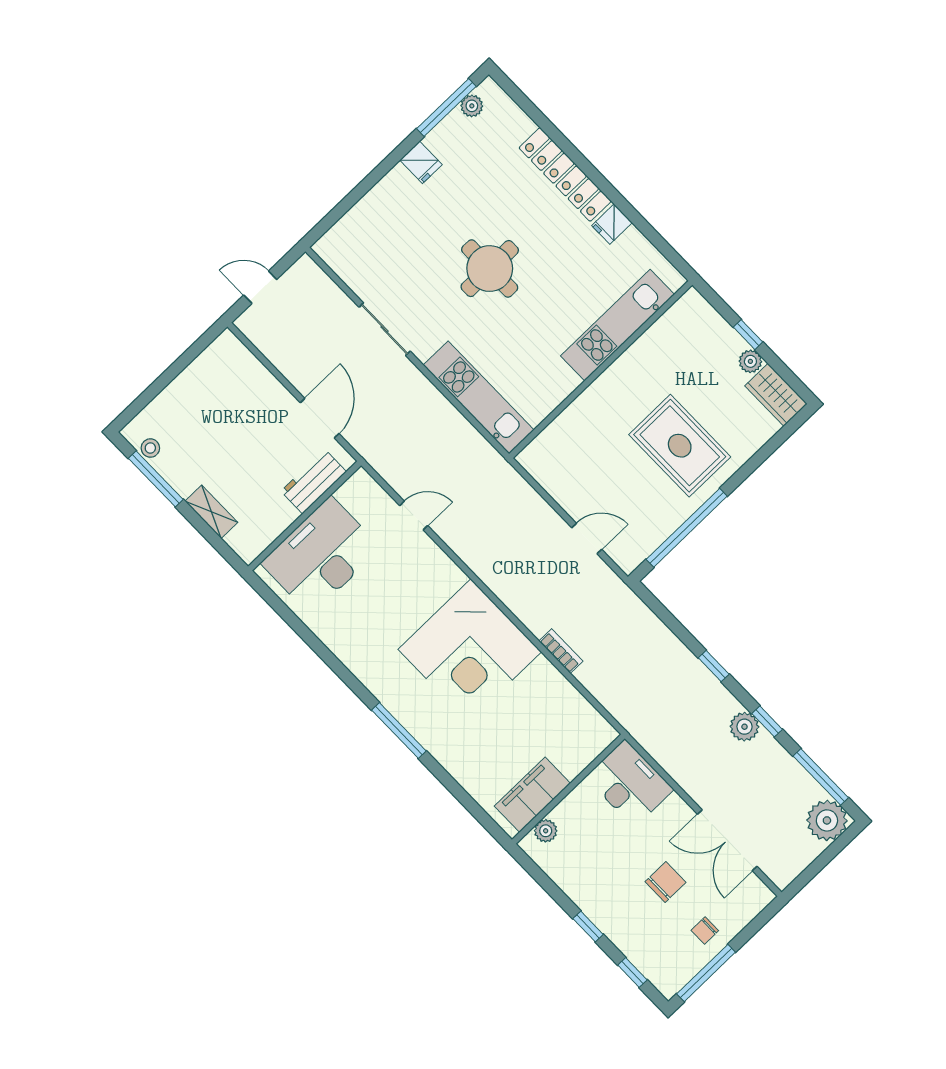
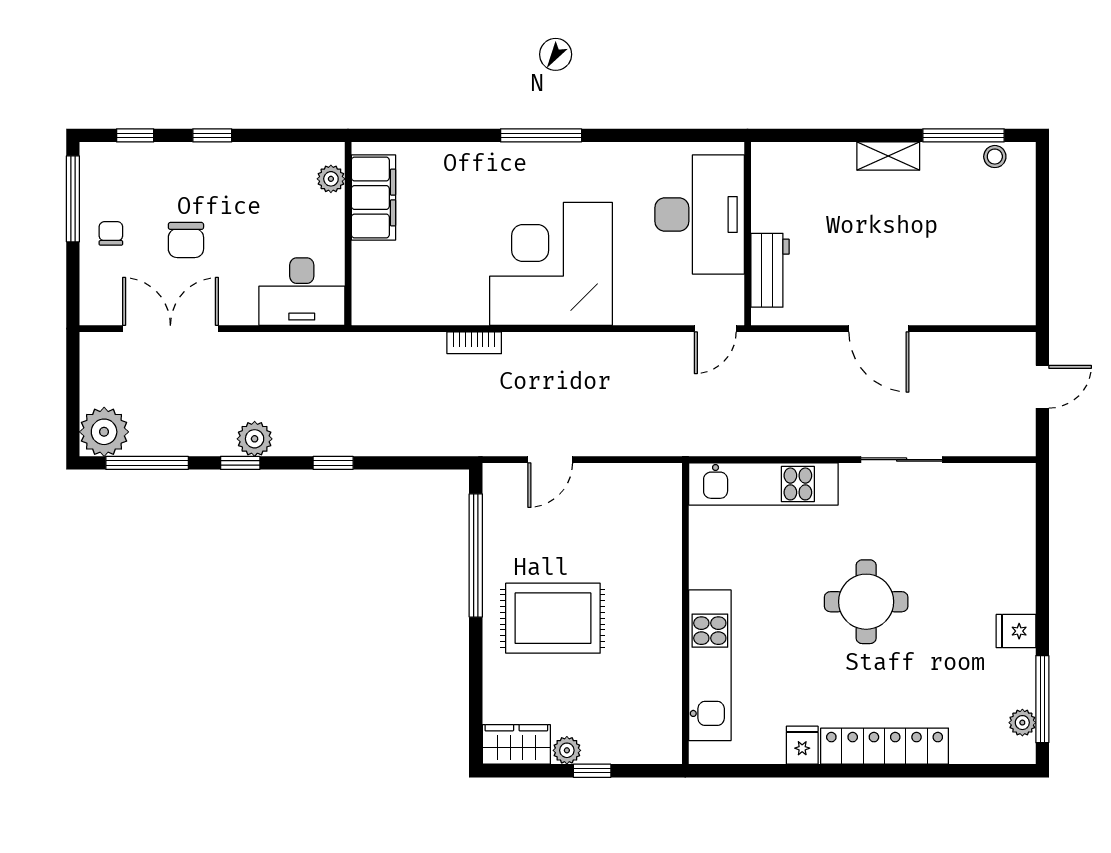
workbench: (314, 481) -> (770, 270), moved
wall: (305, 516) -> (748, 234), moved
desk: (321, 555) -> (700, 214), moved

